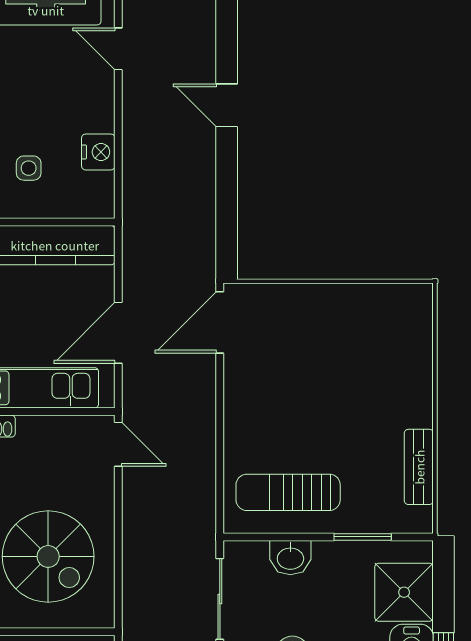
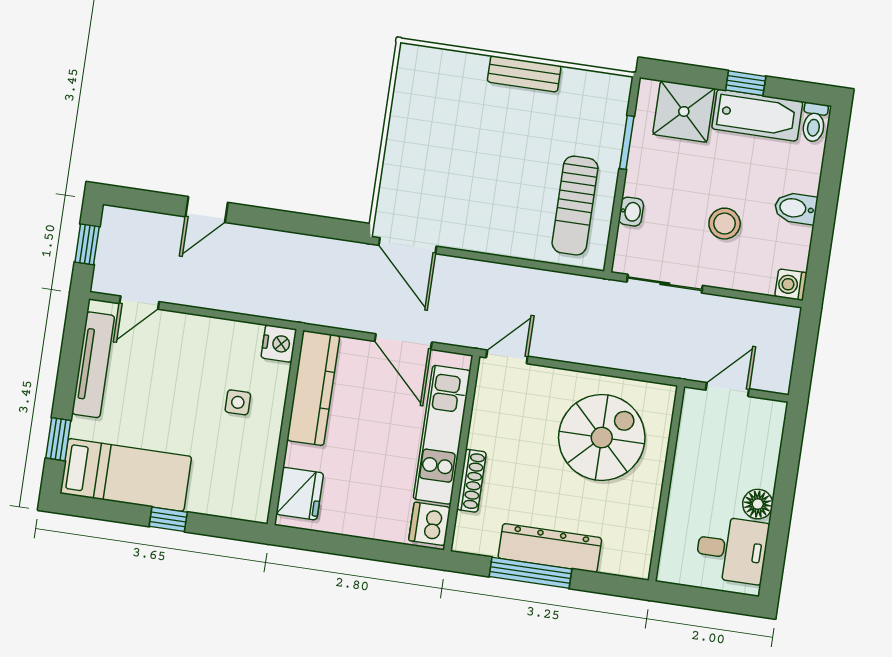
nightstand: (98, 152) -> (279, 344), moved, turned 90
bench: (419, 467) -> (524, 74), moved
washbasin: (290, 558) -> (631, 212), width x0.72, depth x0.69

